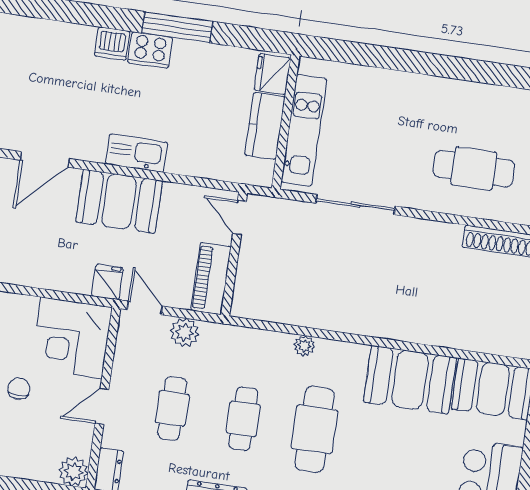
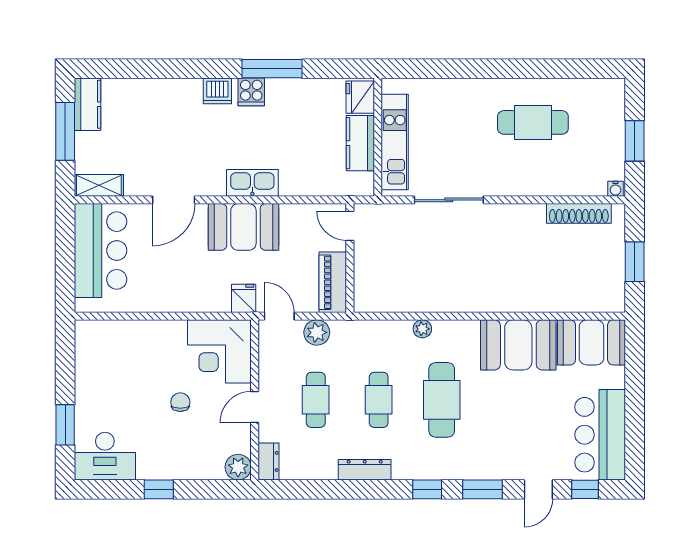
cooker: (150, 50) -> (251, 92), width x0.73
cafe table: (474, 169) -> (533, 122), moved

